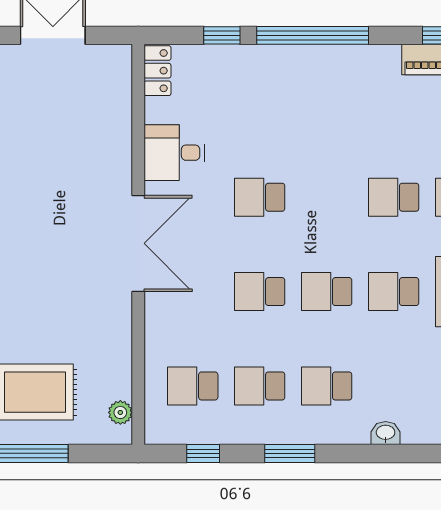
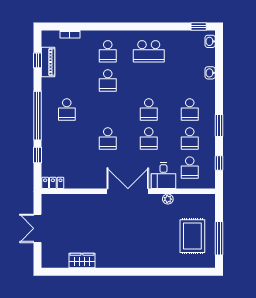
desk: (174, 153) -> (163, 176), moved
school desk: (394, 292) -> (67, 109), moved
plant: (120, 412) -> (168, 199), moved
washbasin: (386, 433) -> (210, 73), moved

